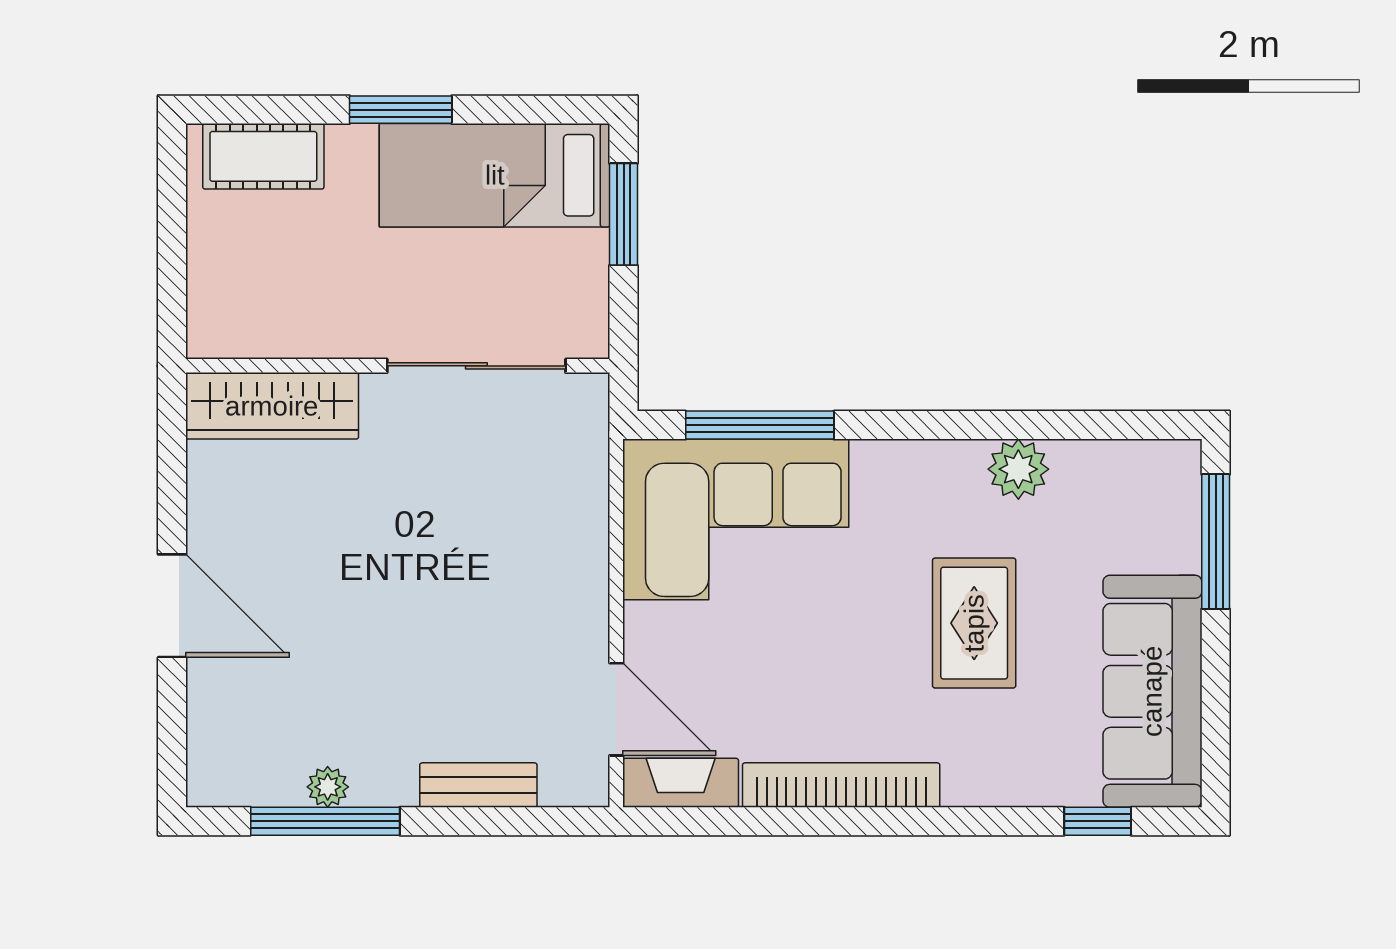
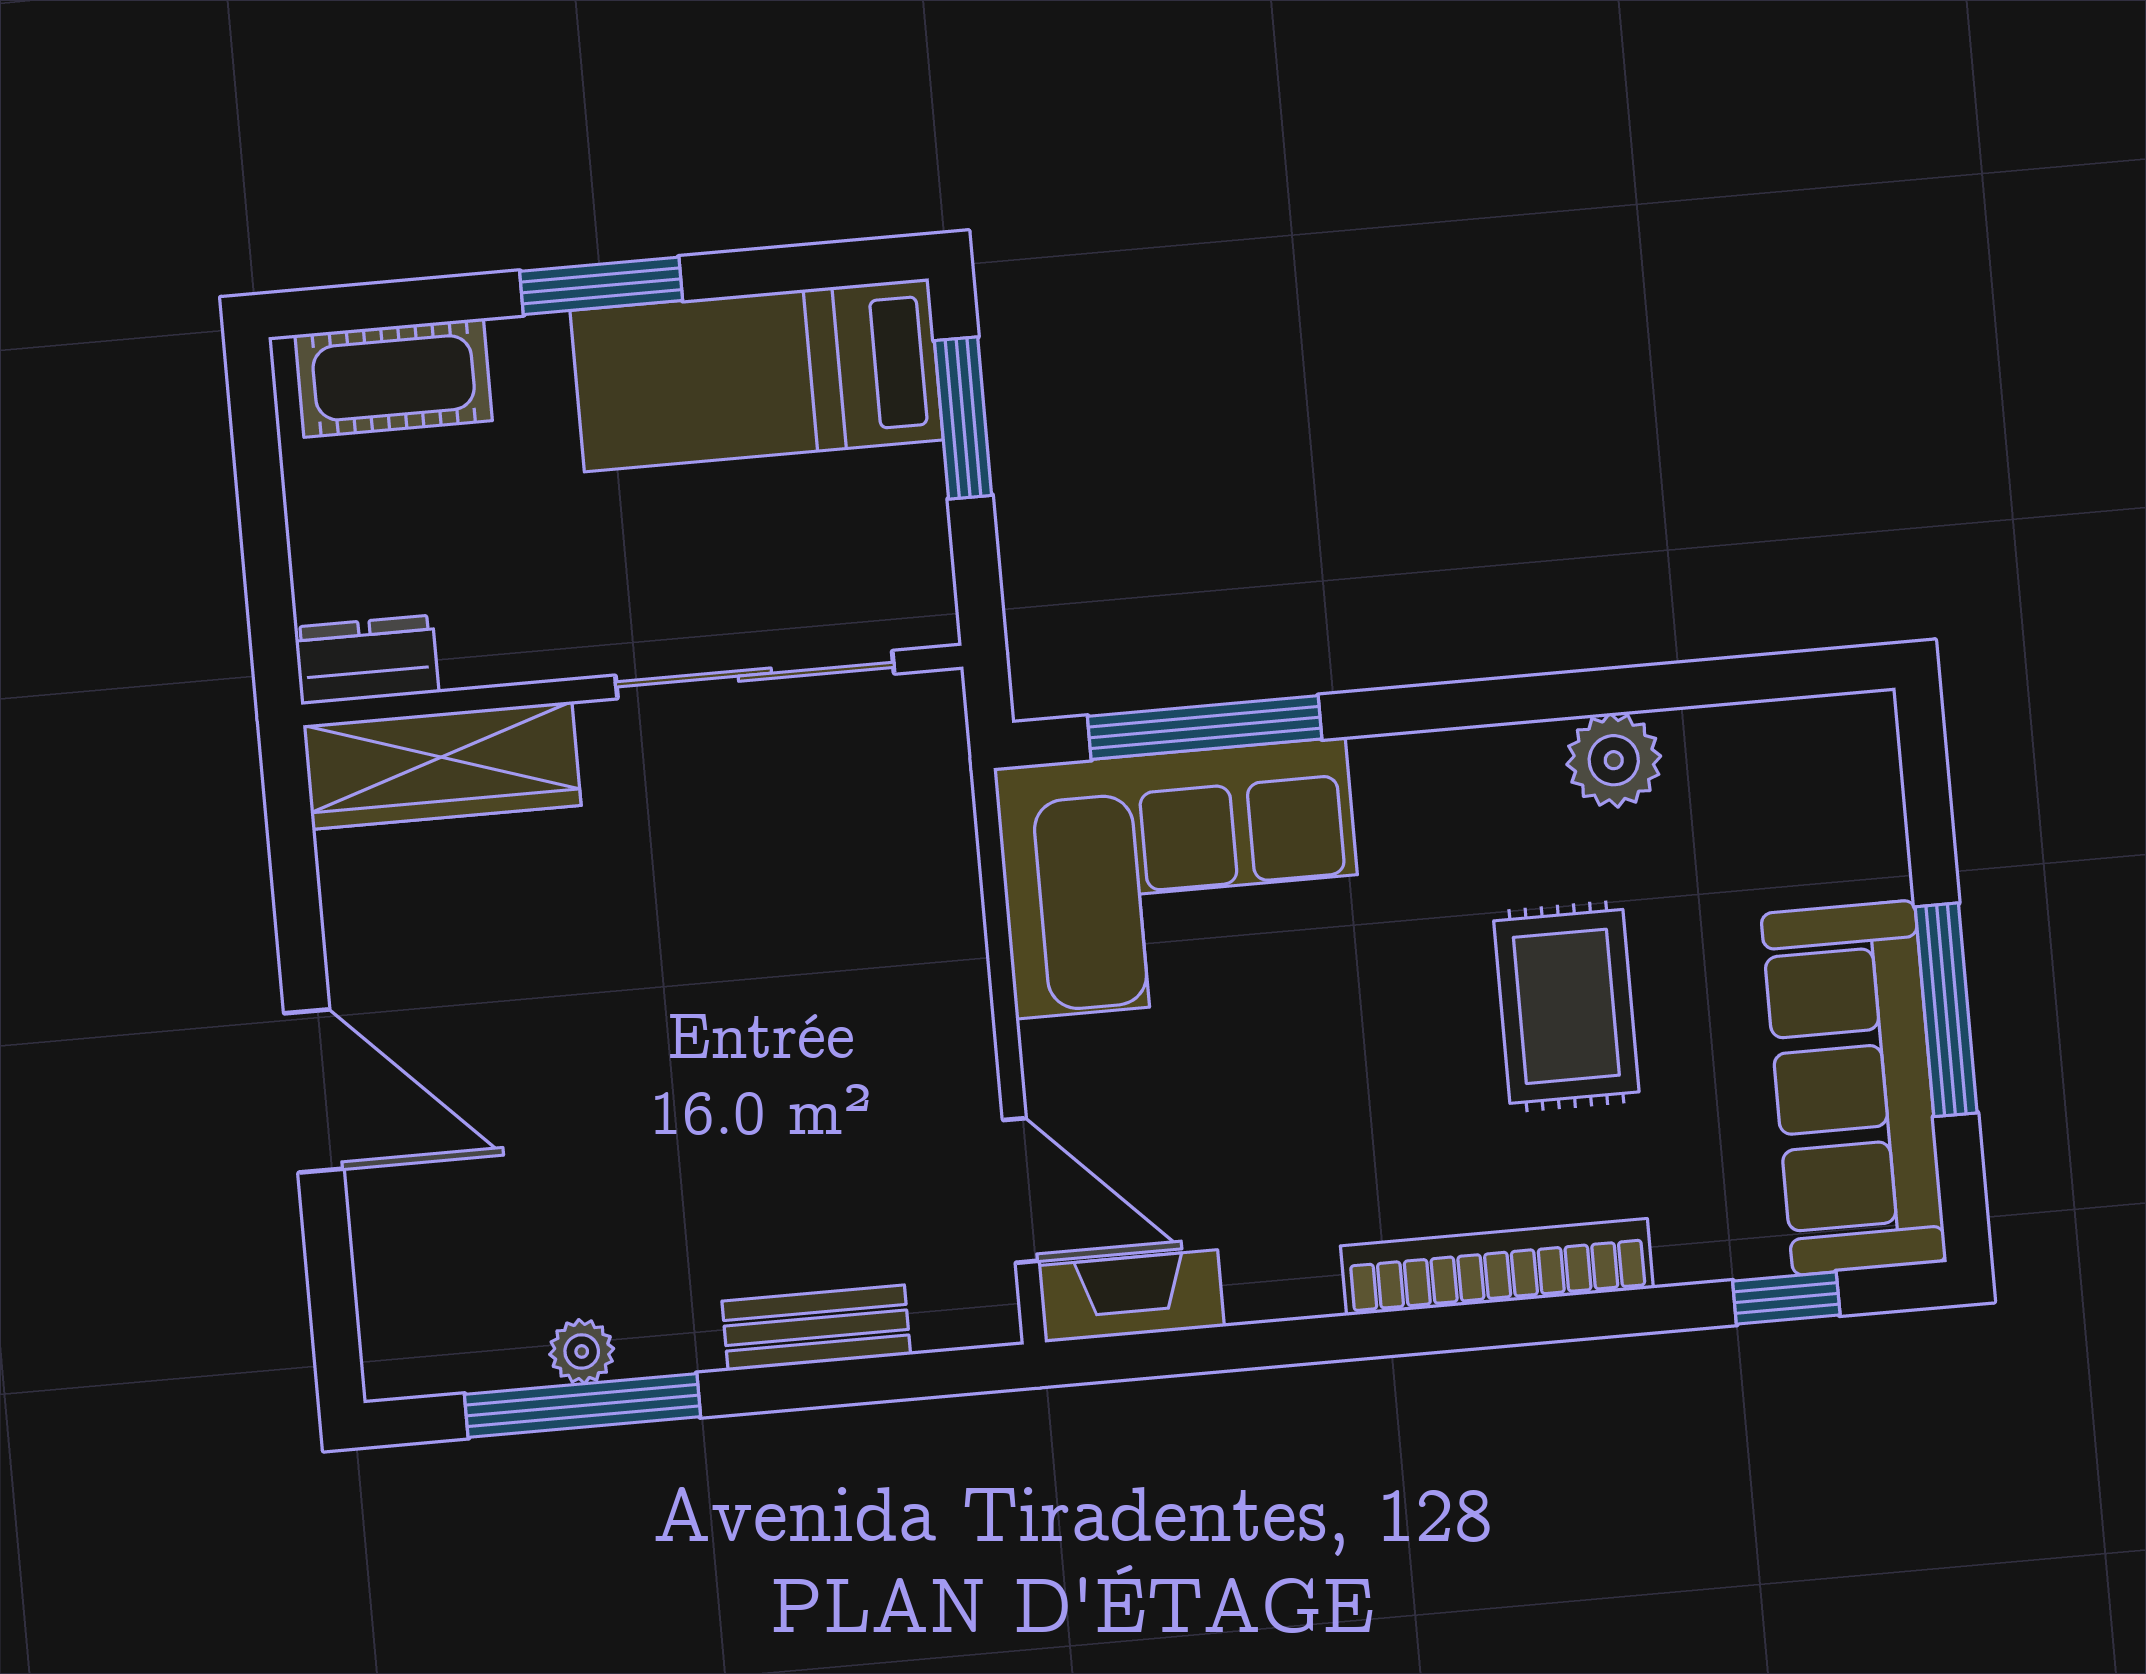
dresser: (230, 334) -> (367, 660), added
window: (1216, 542) -> (1946, 1010), moved
bookcase: (841, 785) -> (1497, 1267), moved

